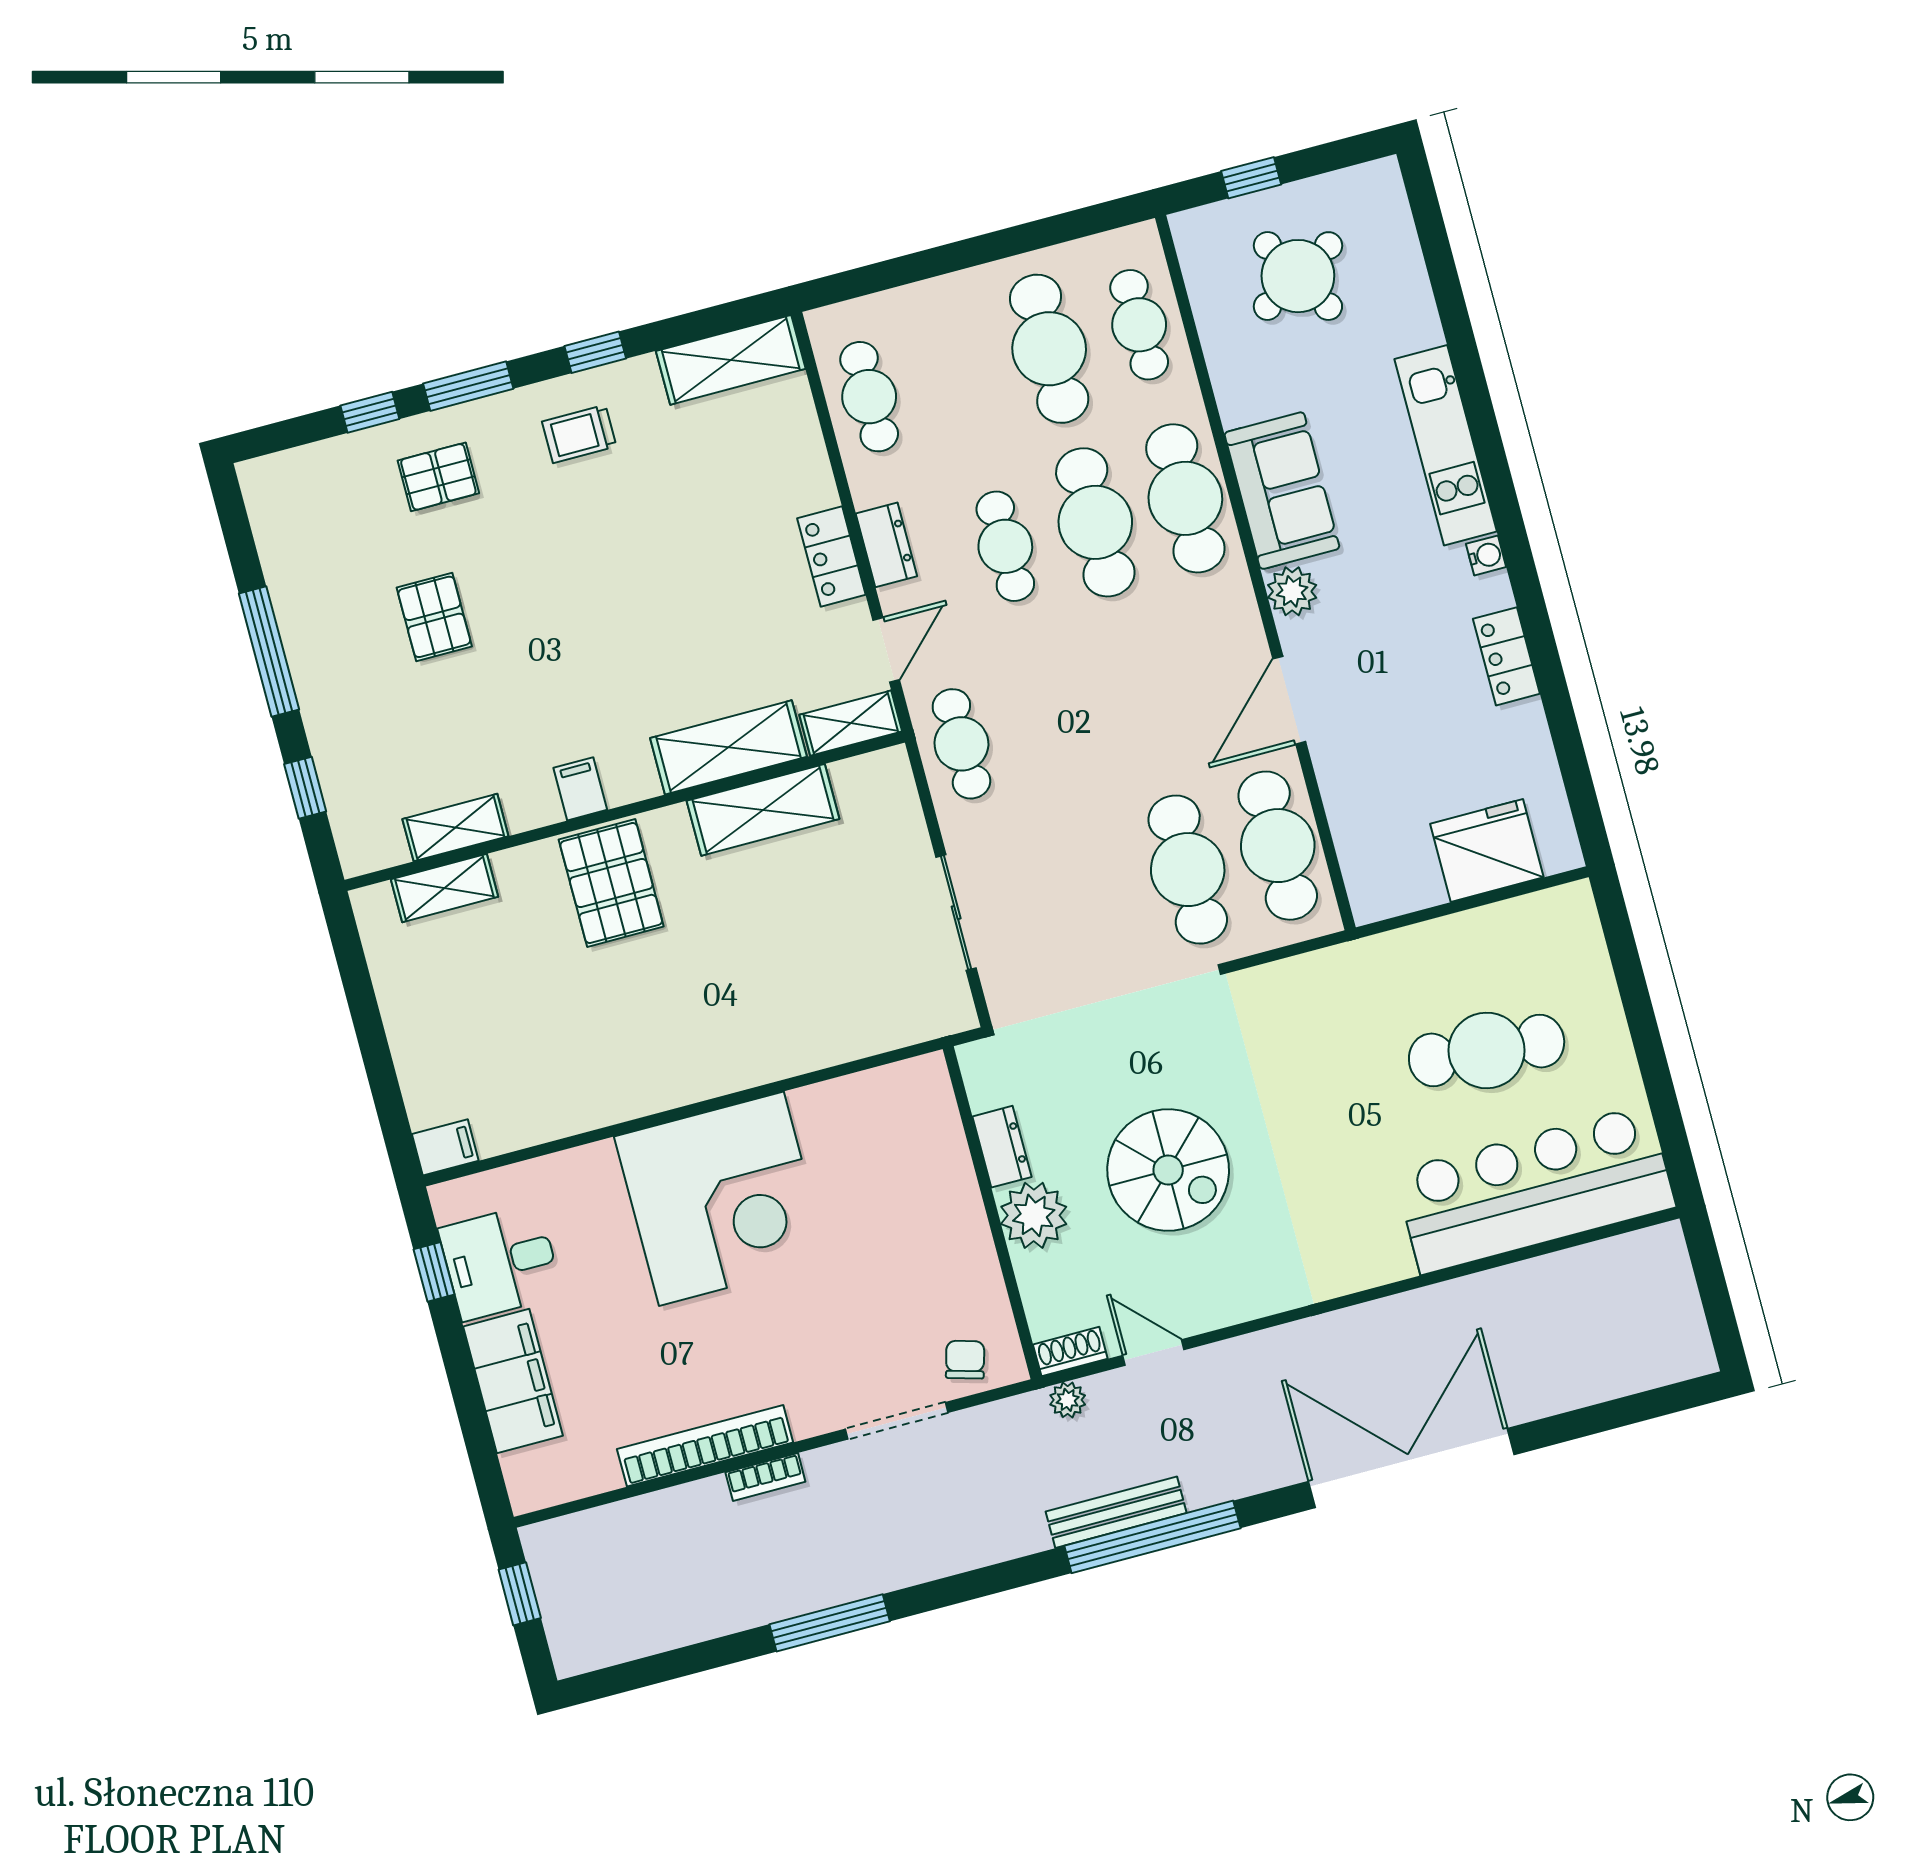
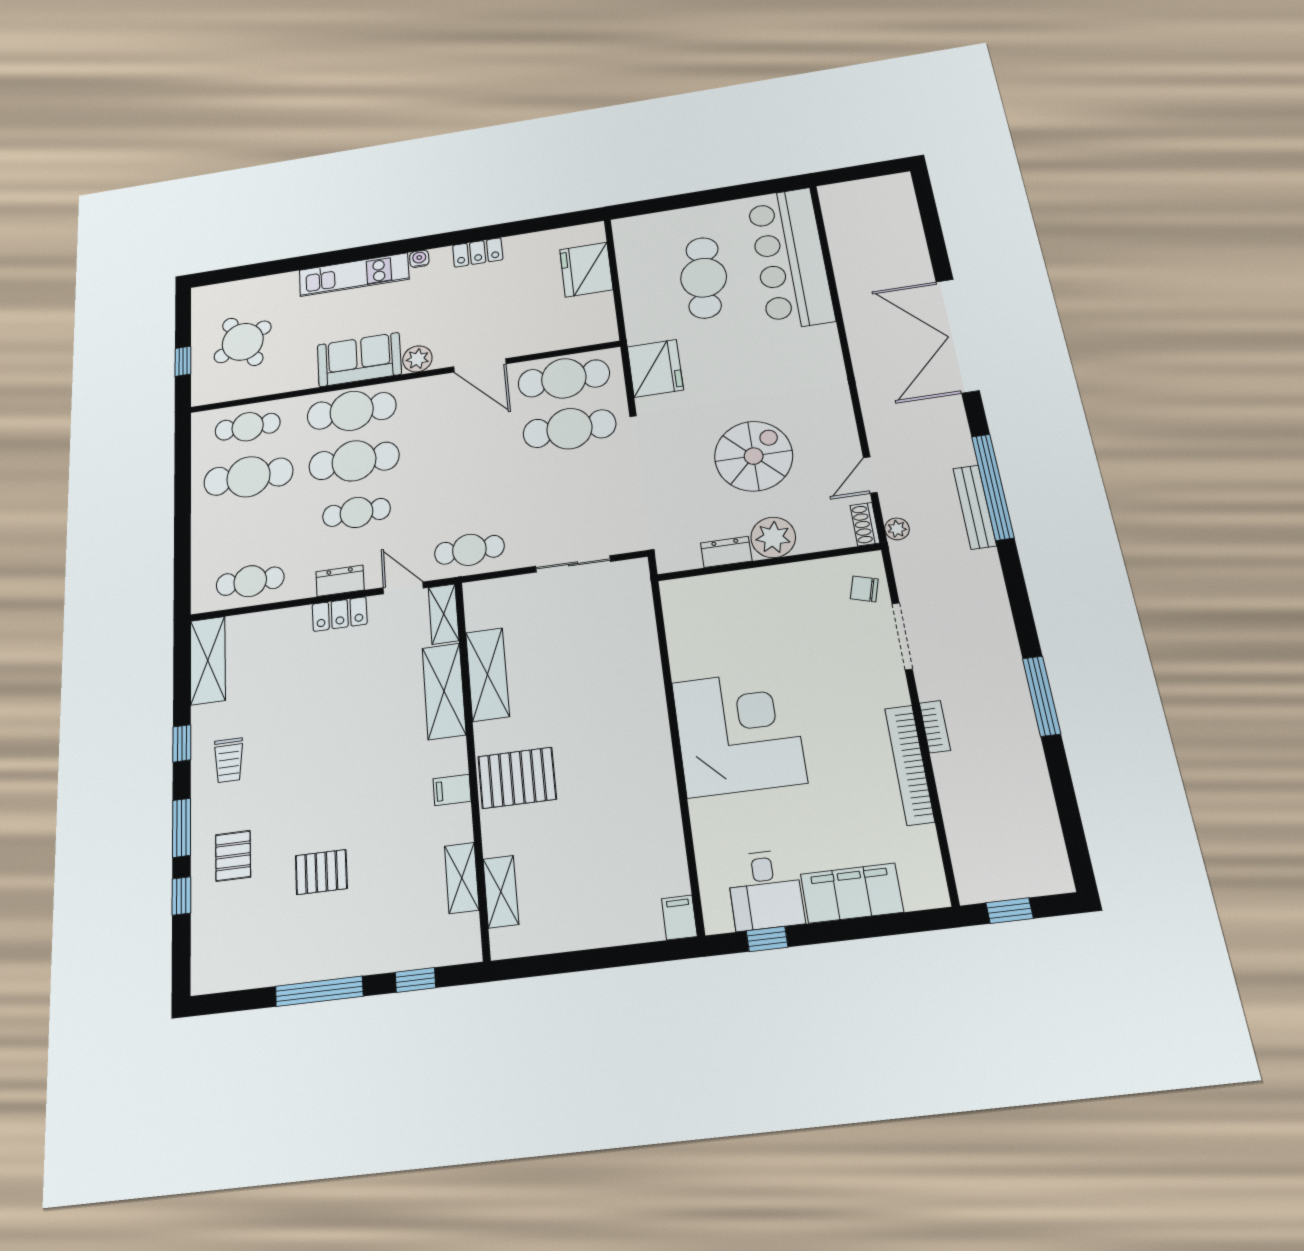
fridge: (1310, 993) -> (655, 368), added

